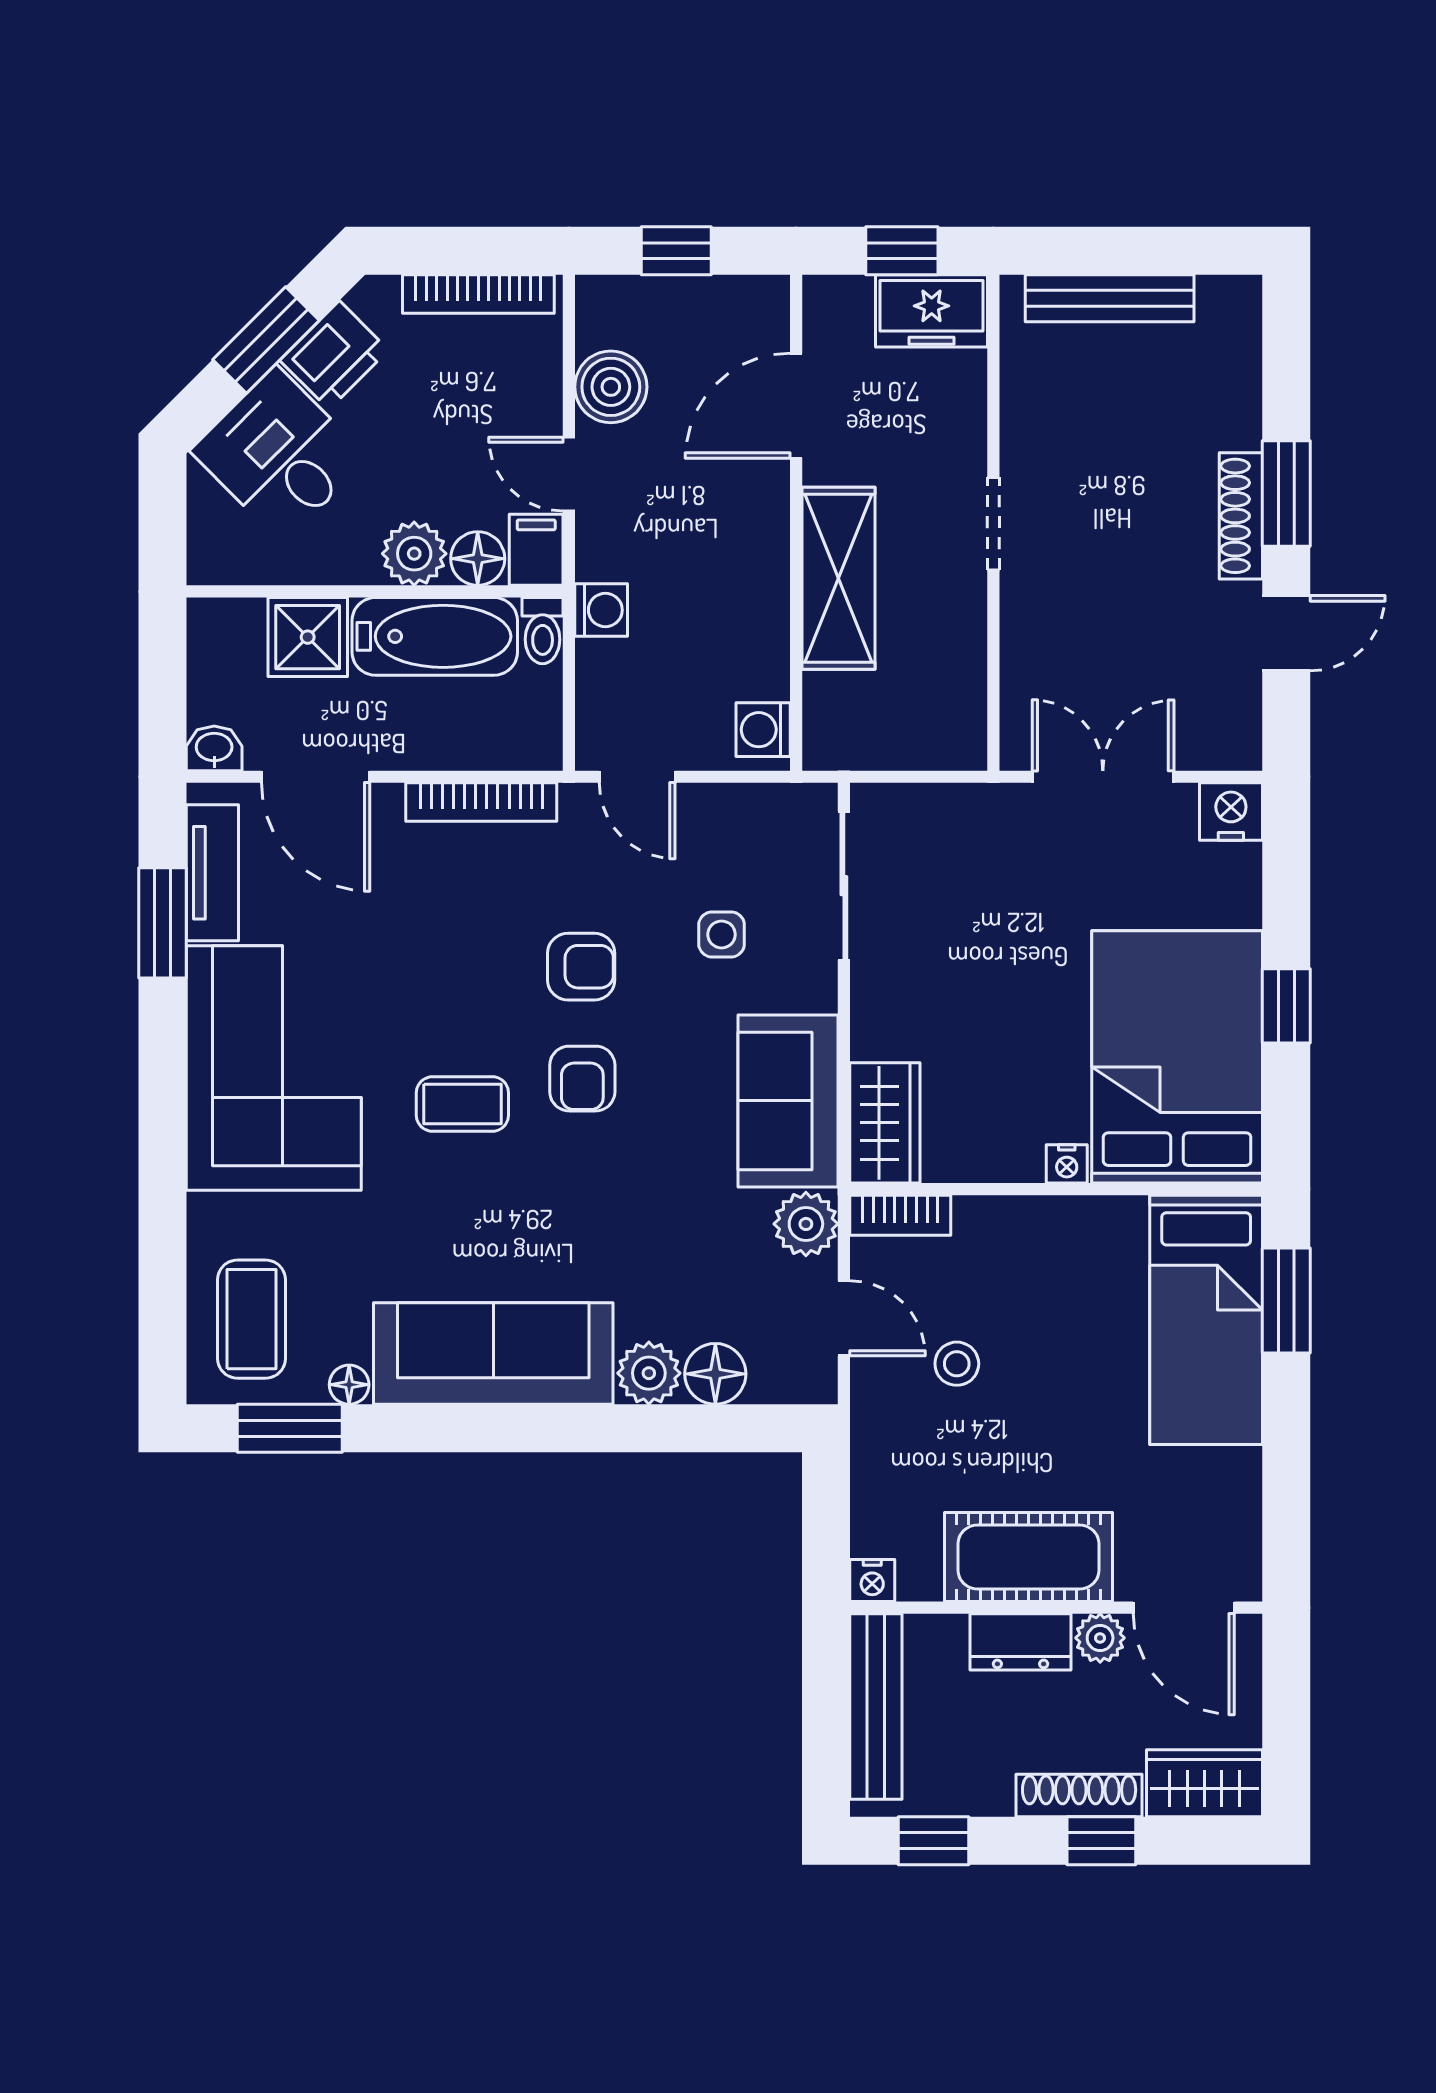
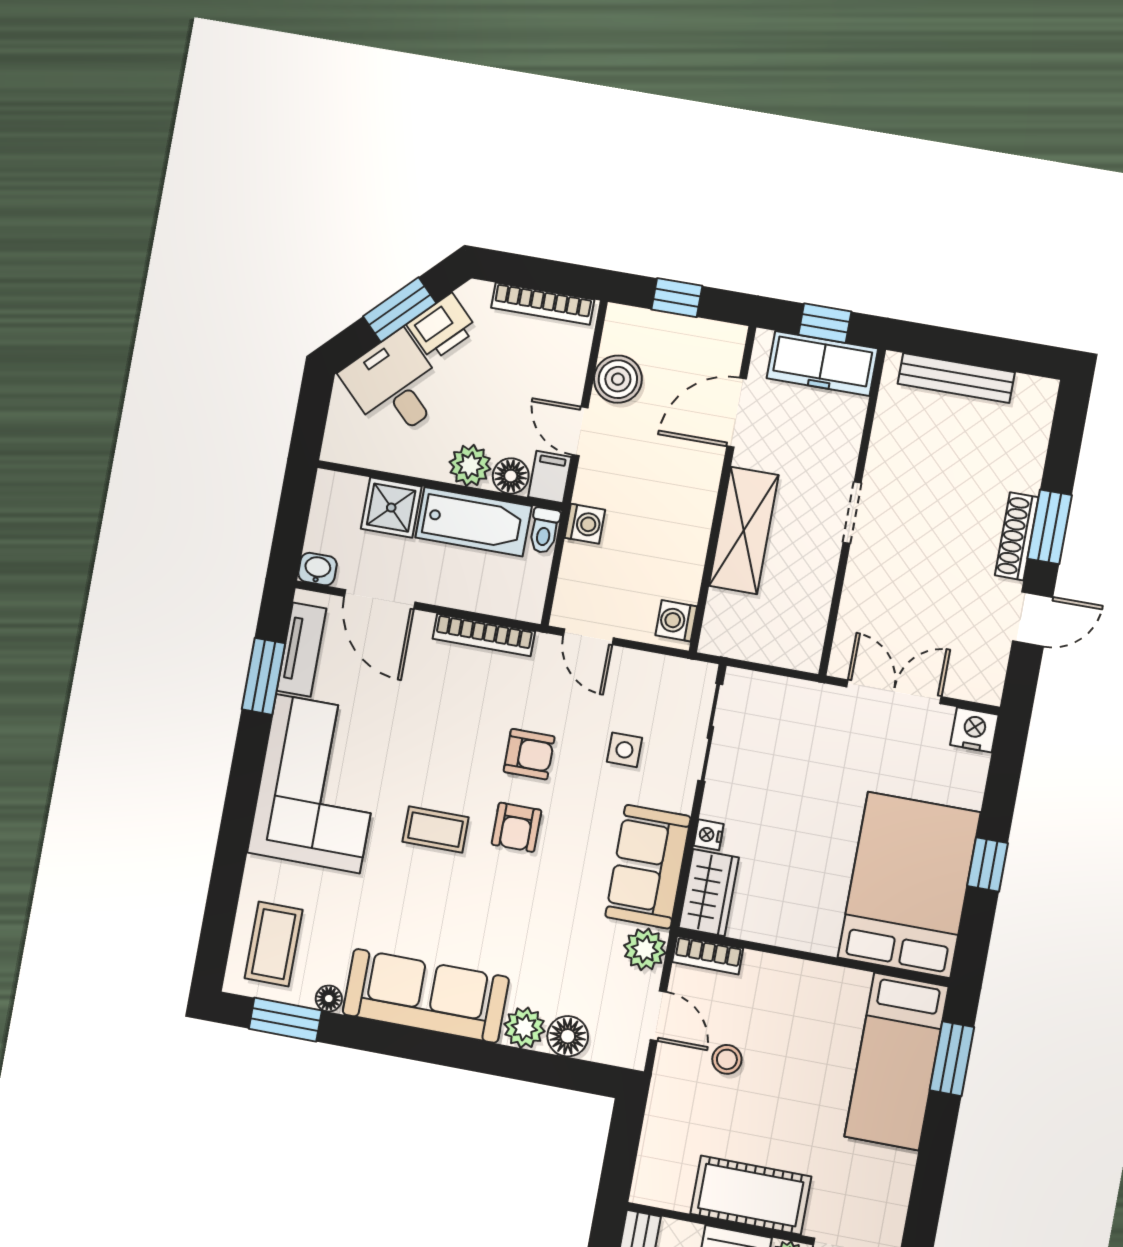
freezer: (932, 311) -> (822, 363), width x1.40
nightstand: (1067, 1164) -> (709, 835), moved, turned 90
nightstand: (872, 1580) -> (645, 1191), removed

